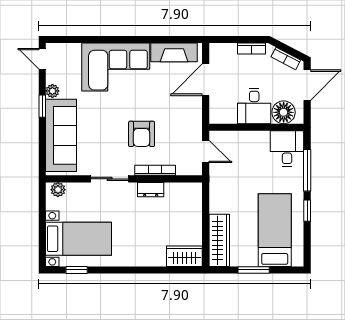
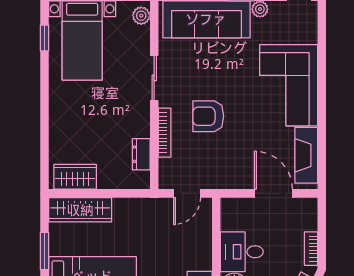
dresser: (151, 190) -> (141, 154), moved
wardrobe: (184, 256) -> (75, 177), moved, turned -90

